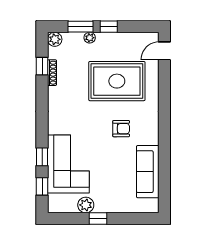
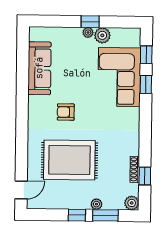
plant: (100, 208) -> (88, 32), added

